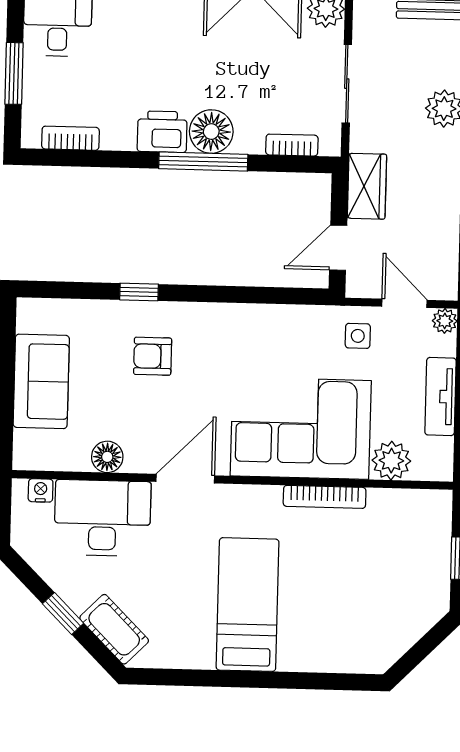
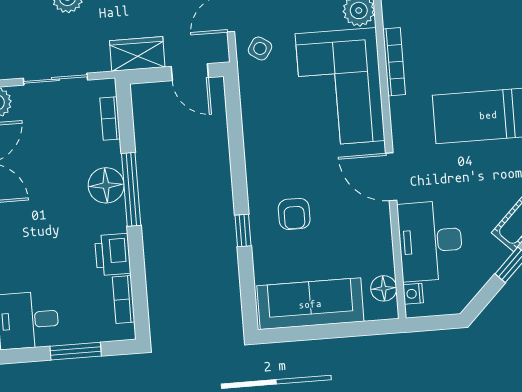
printer: (162, 132) -> (113, 254), moved
side table: (358, 336) -> (260, 48), turned 34
sofa: (41, 381) -> (310, 304), width x1.36
floor lamp: (107, 457) -> (384, 288), moved

